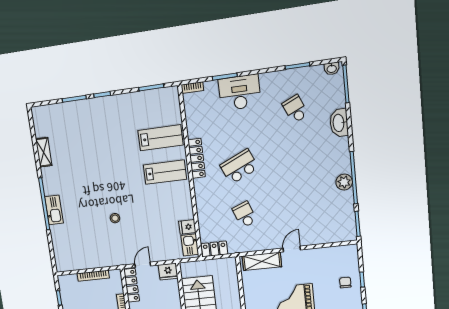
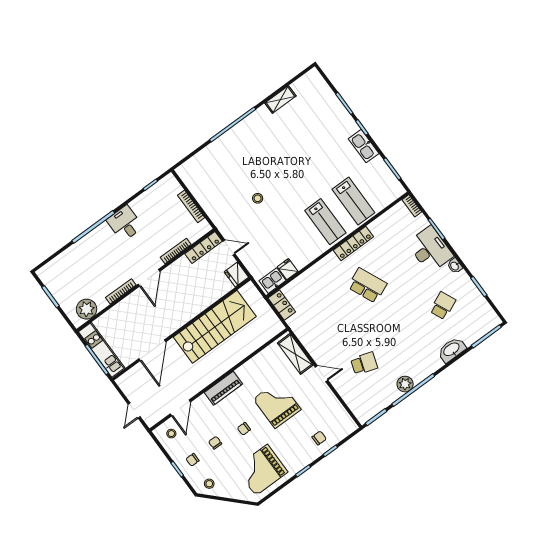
washbasin: (332, 69) -> (455, 266), moved
kitchen sink: (54, 210) -> (364, 146), moved, turned 90
school desk: (245, 215) -> (364, 363), moved, turned 39

